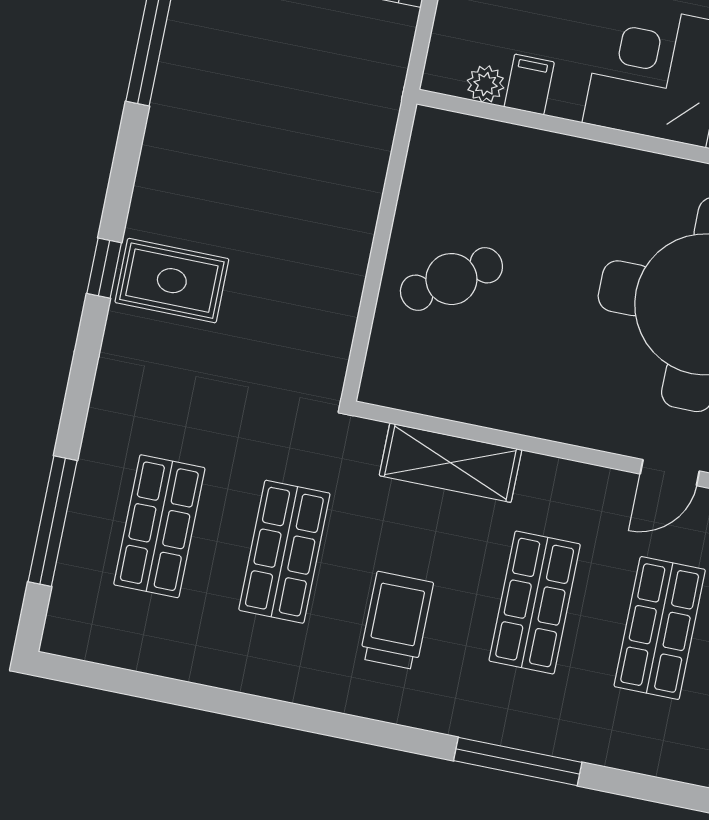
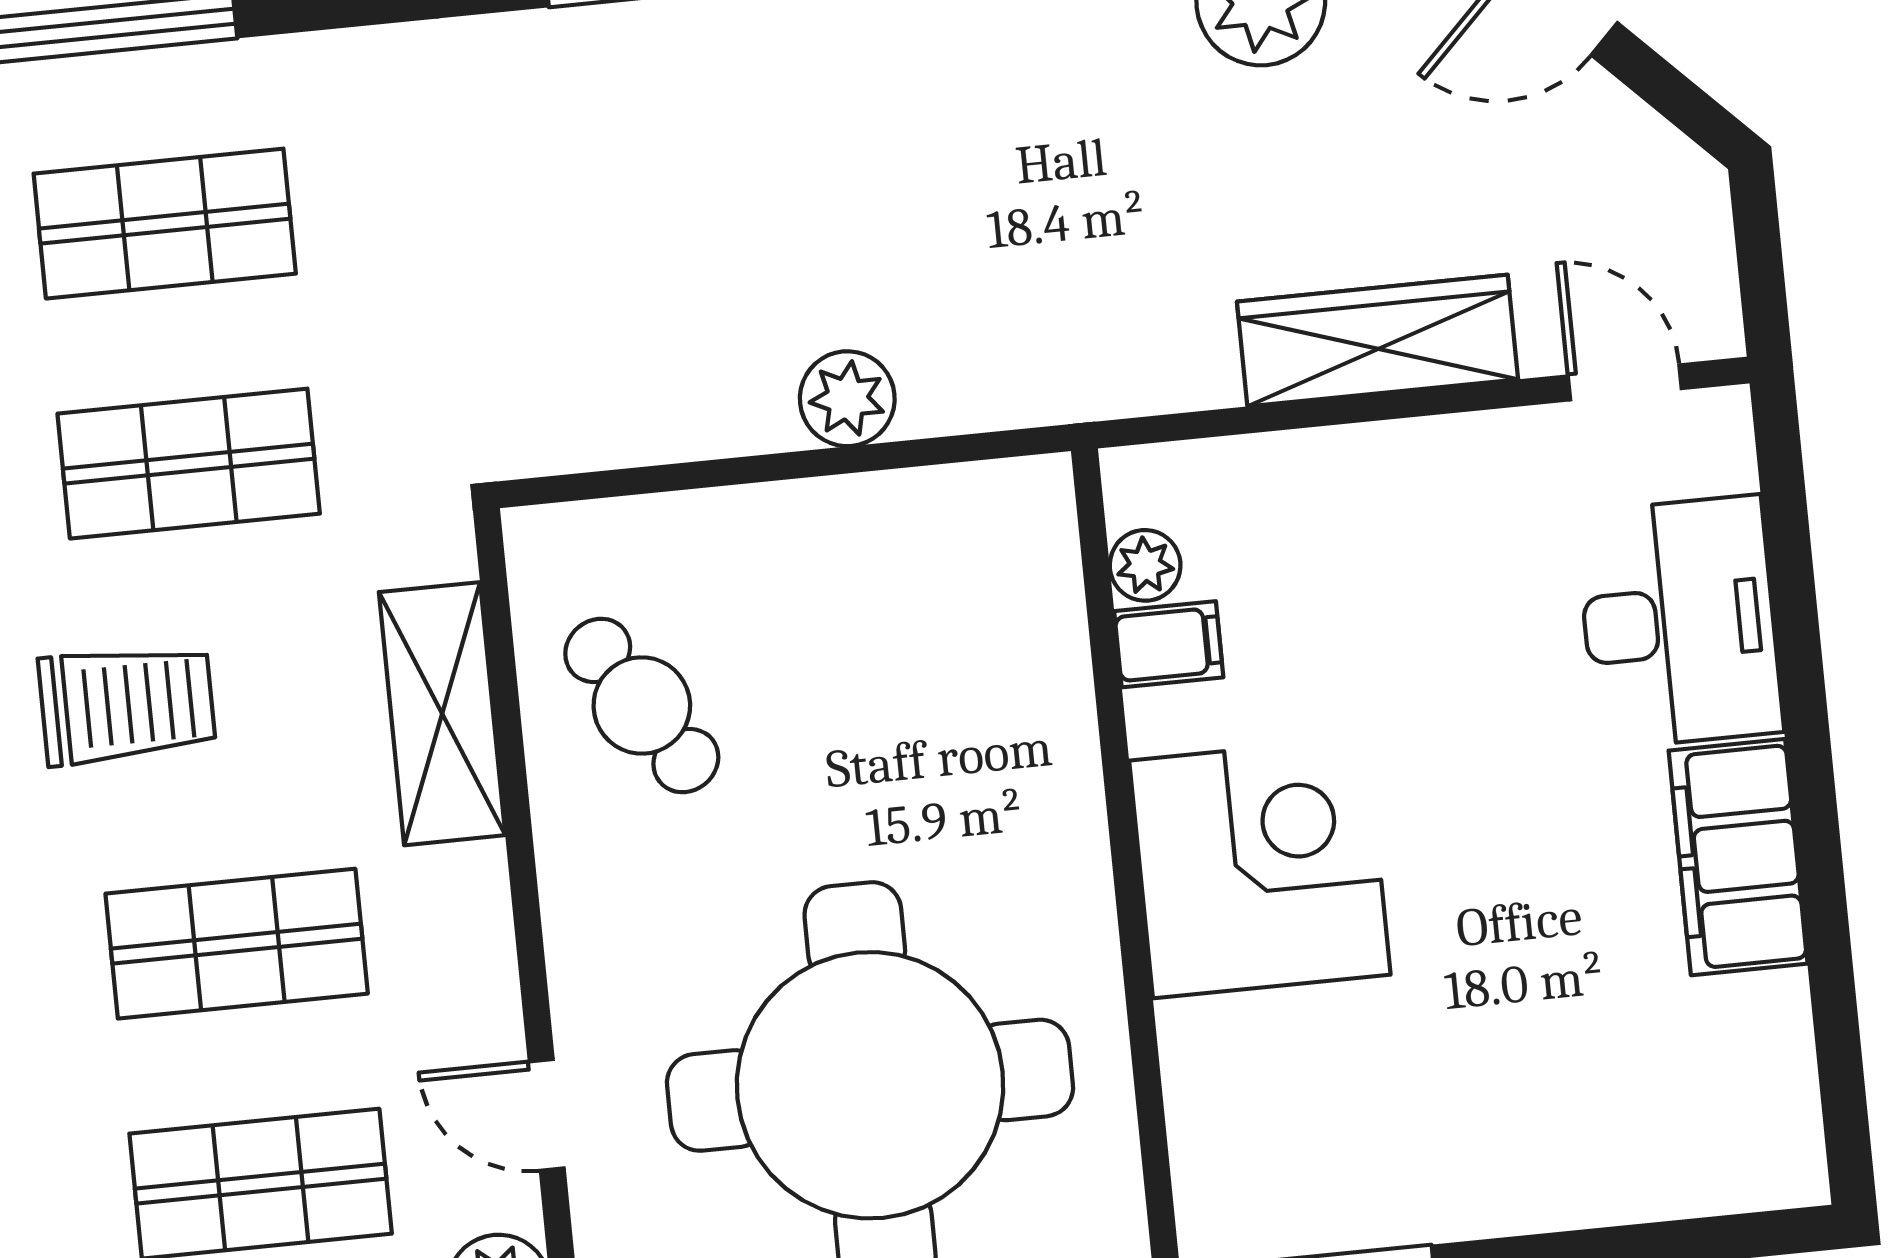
plant: (355, 209) -> (847, 399), added
cafe table: (451, 279) -> (642, 706), moved
rug: (172, 281) -> (615, 109), removed

